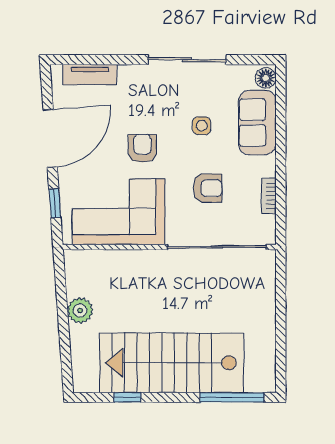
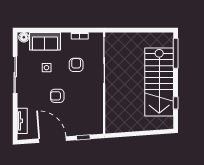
corner sofa: (118, 212) -> (87, 107), removed
plant: (80, 310) -> (134, 125), removed

